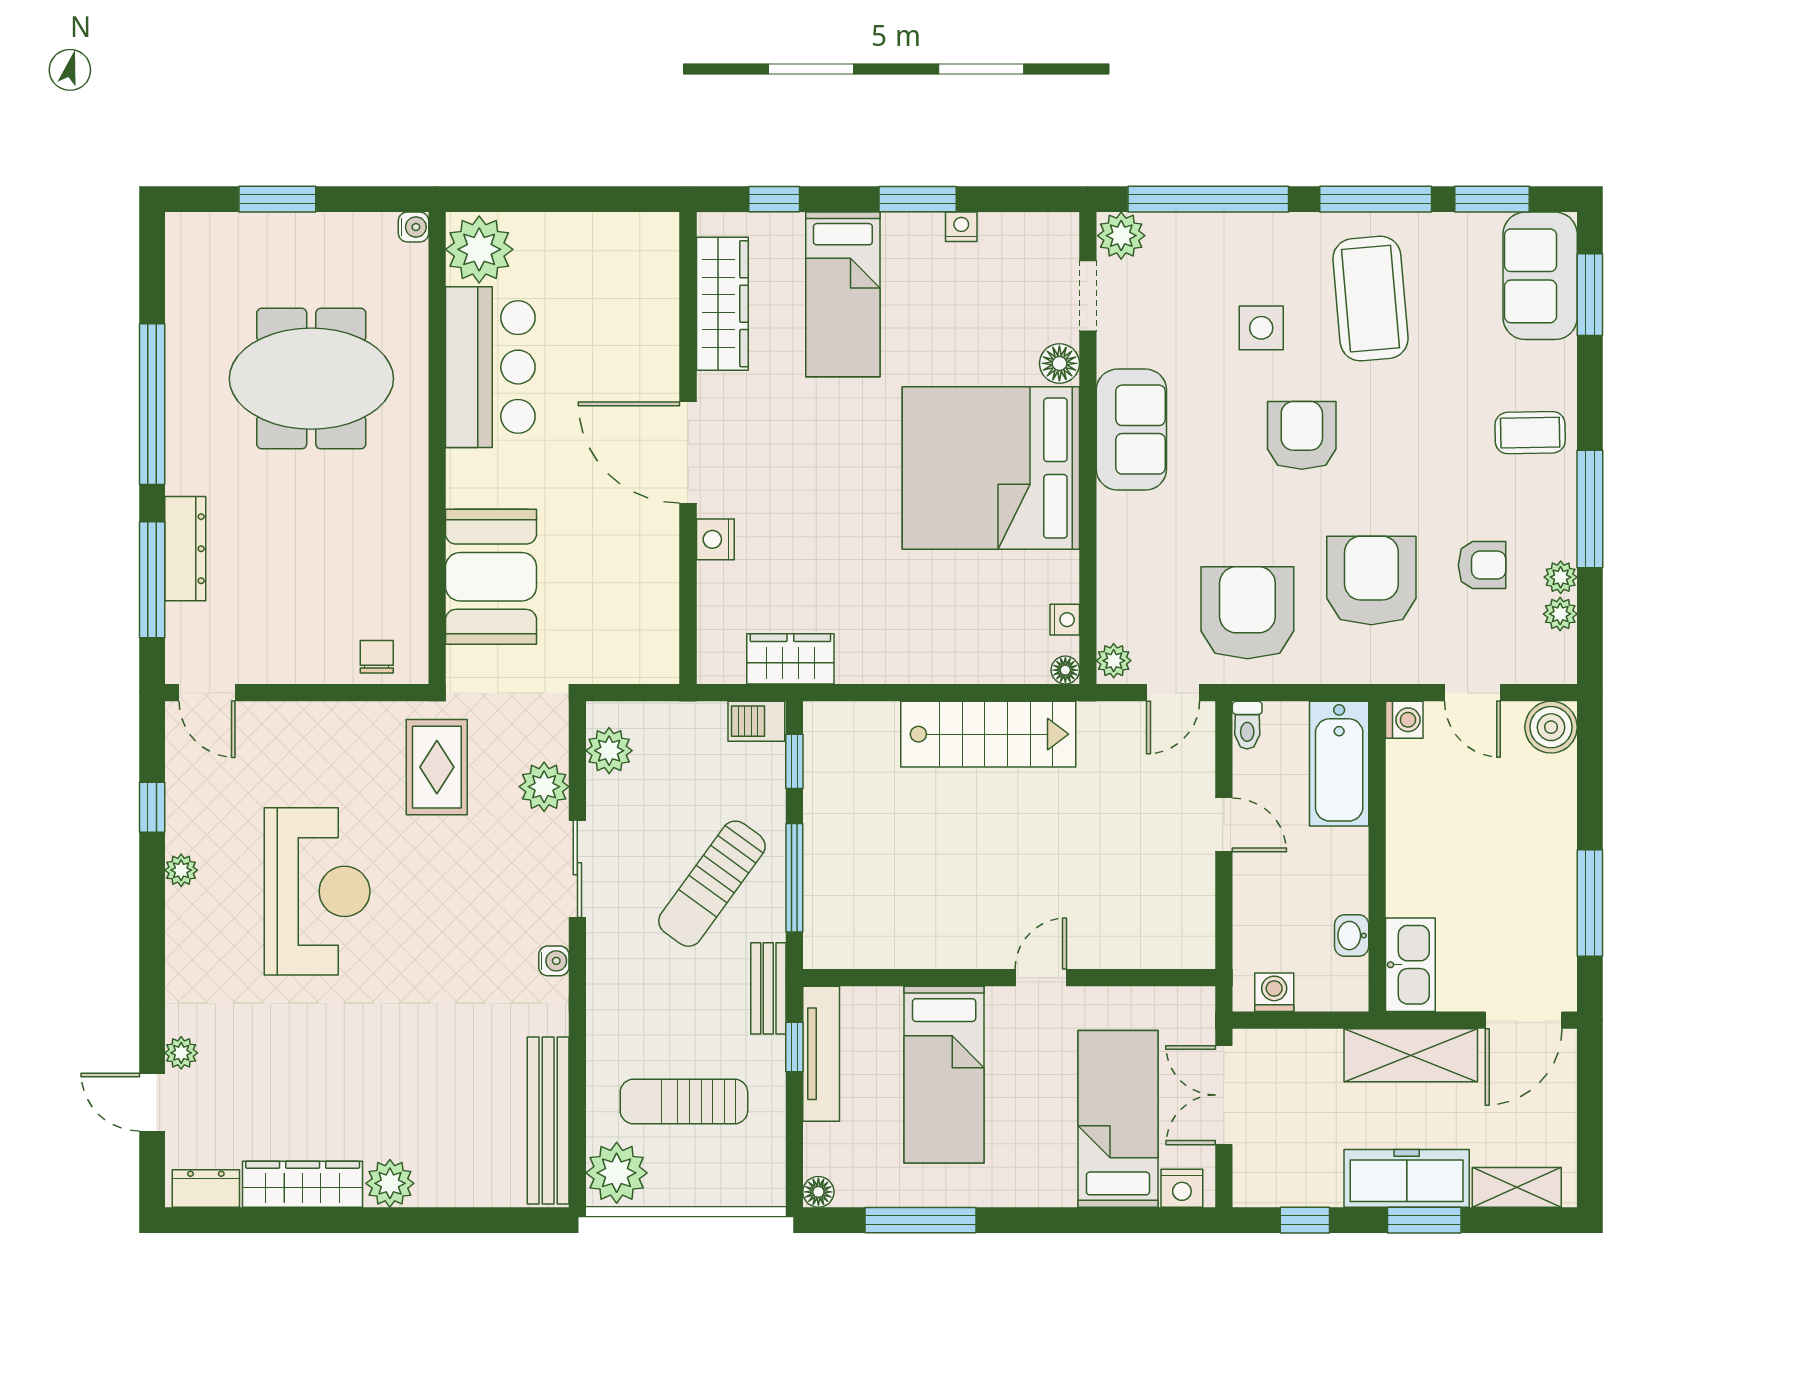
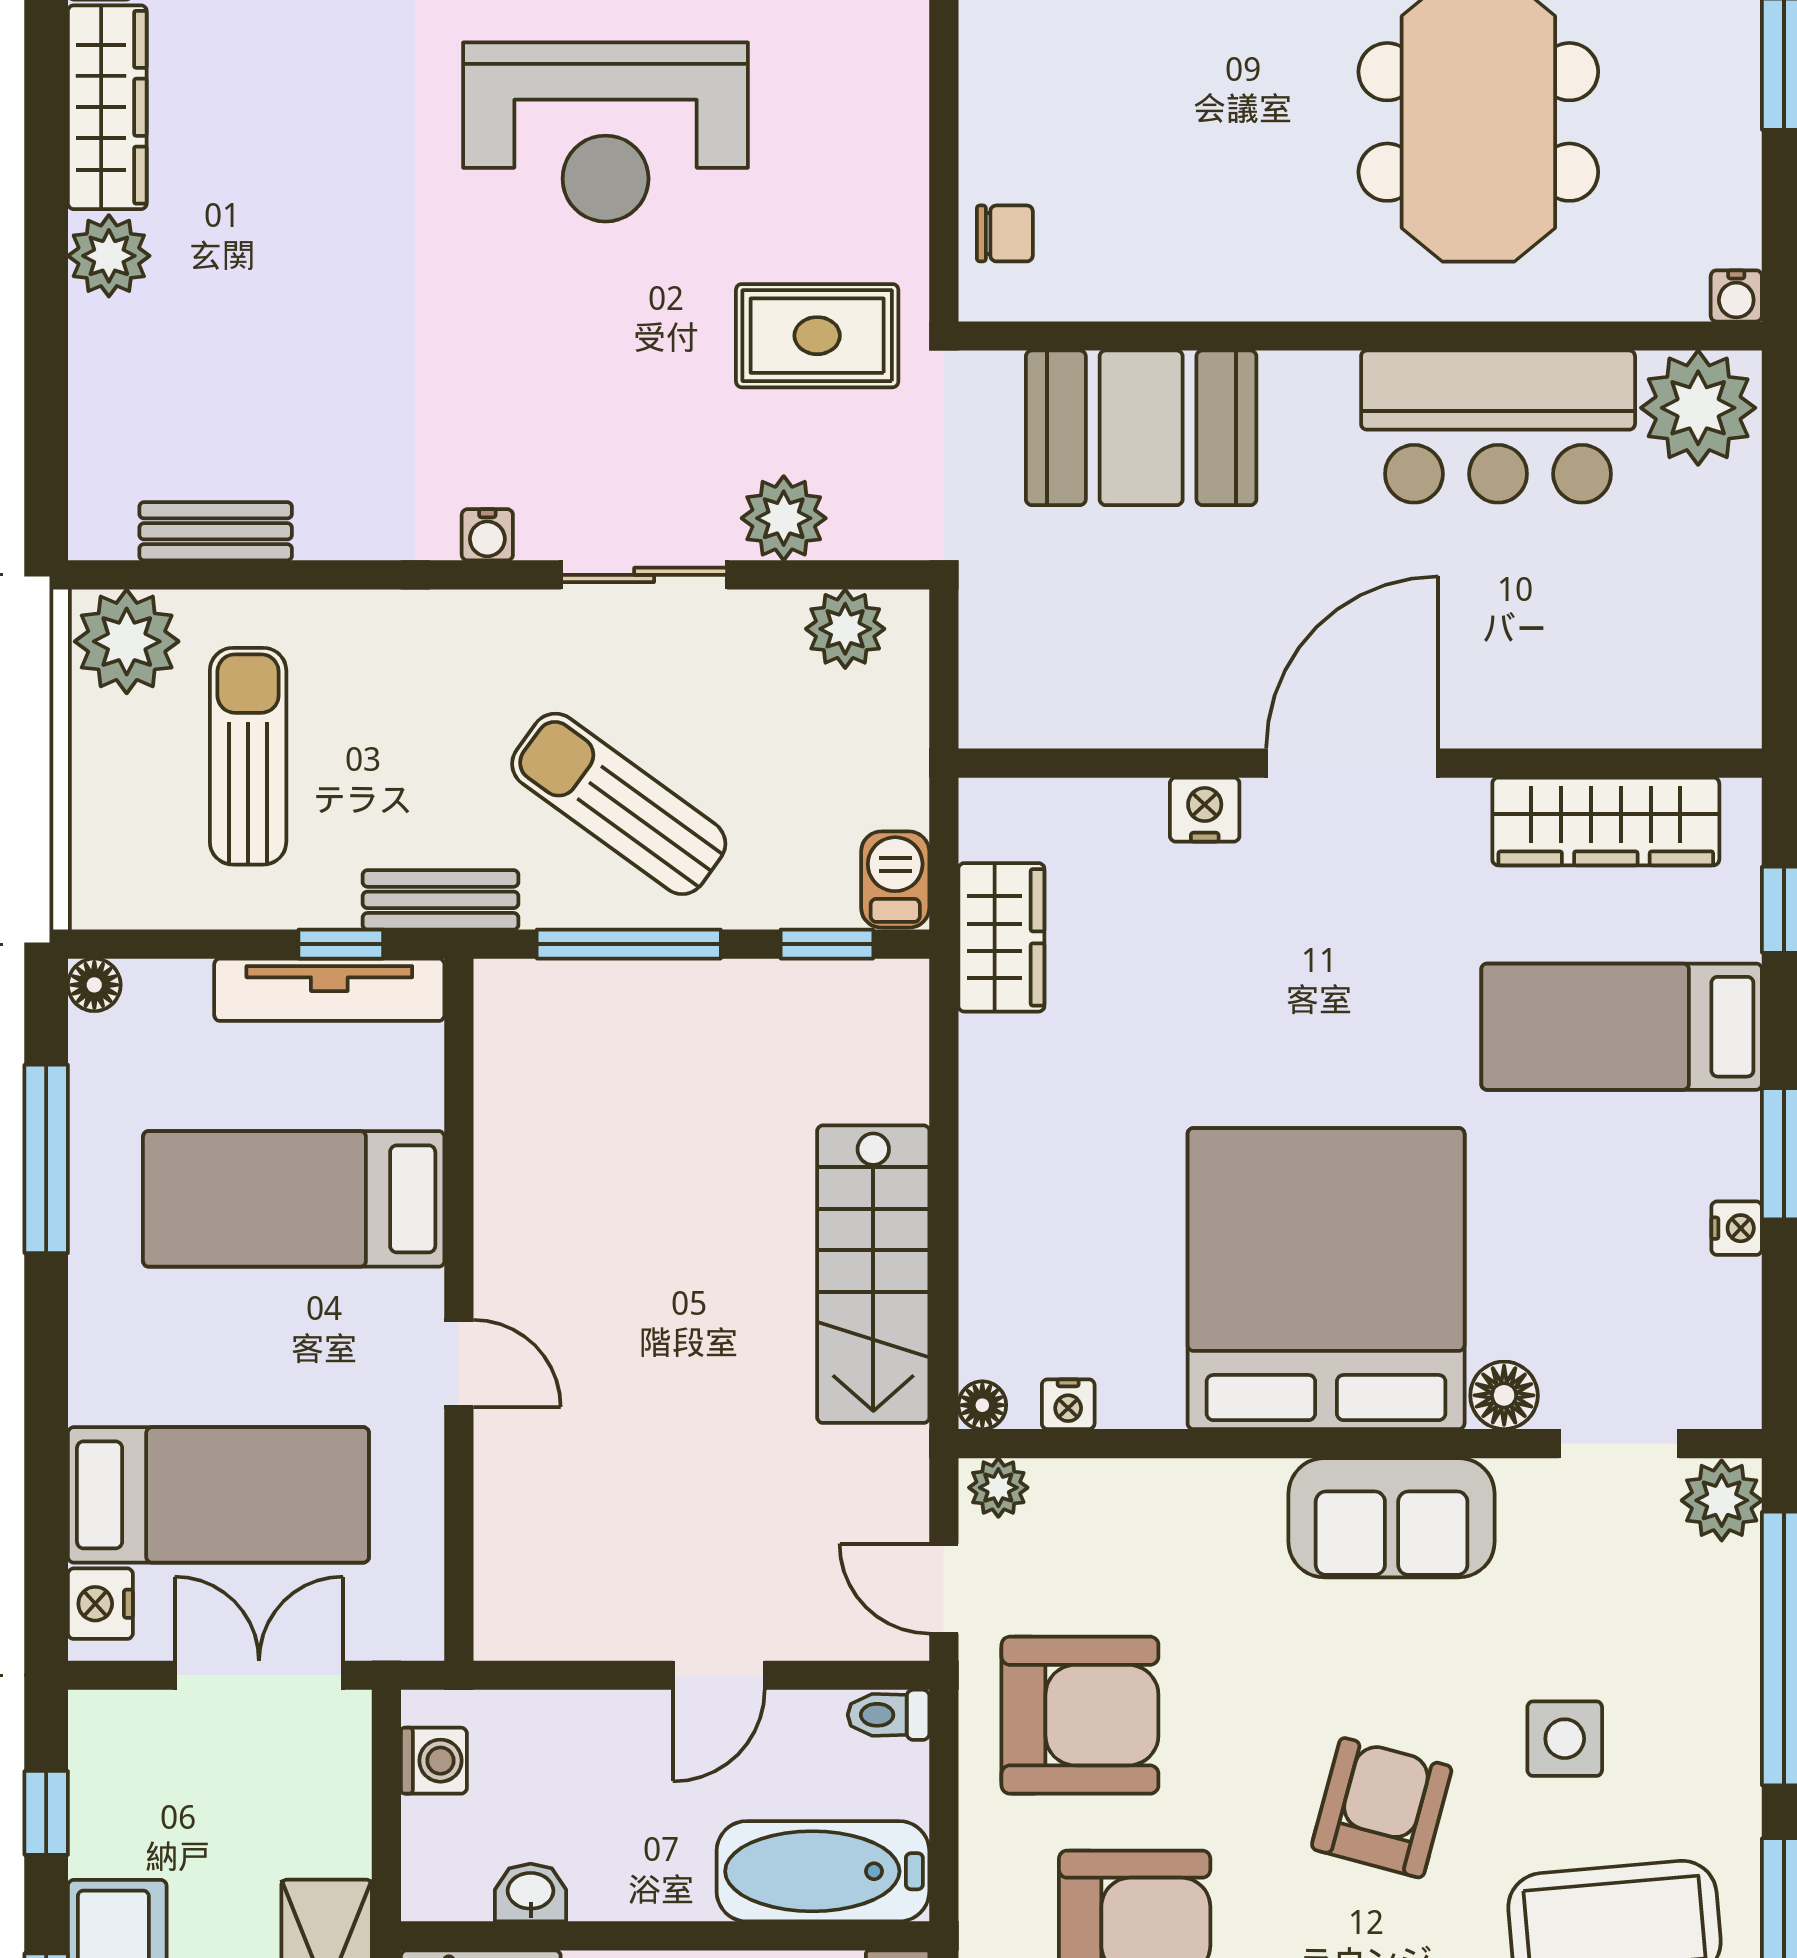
armchair: (1302, 435) -> (1382, 1808), turned -75
bench: (548, 1121) -> (216, 531), width x0.54, depth x0.82

